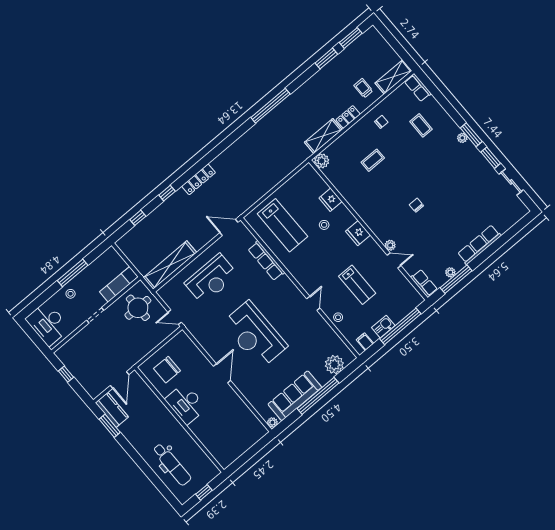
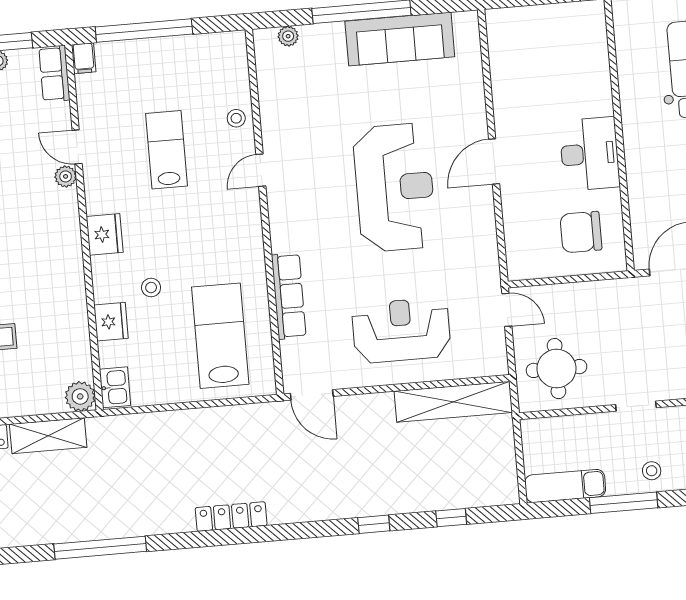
locker: (199, 179) -> (231, 517), moved
exam couch: (119, 284) -> (565, 486), moved, turned 180
kitchen sink: (383, 327) -> (115, 387), moved, turned -90
filing cabinet: (365, 342) -> (84, 58), moved
plant: (334, 365) -> (288, 36), width x0.53, depth x0.53
chair: (167, 370) -> (581, 232), turned 180
plant: (272, 423) -> (468, 21), removed

